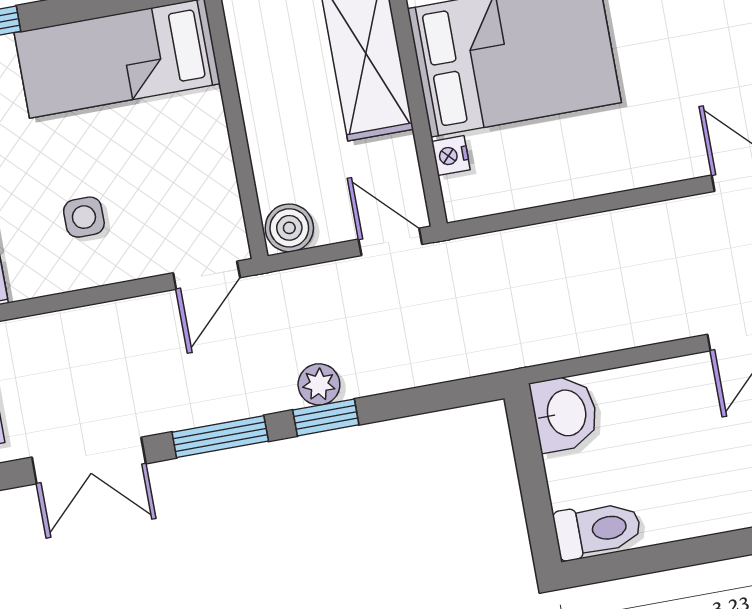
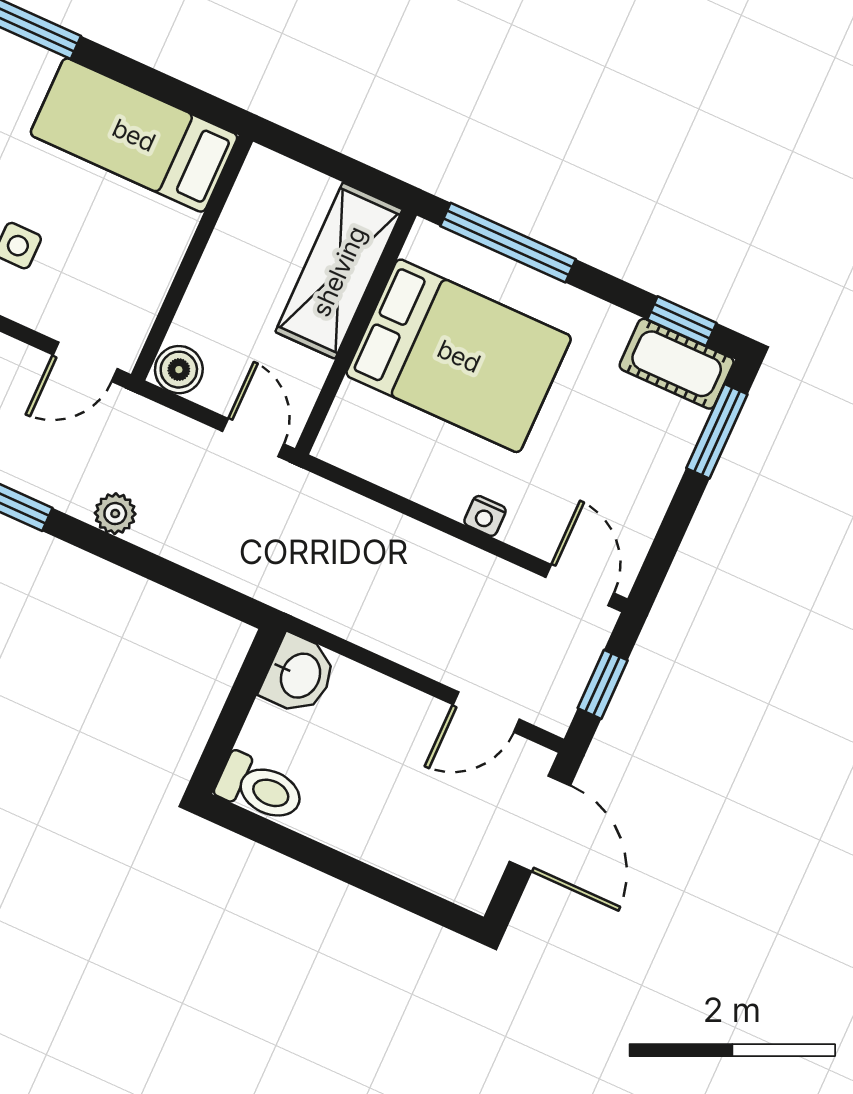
nightstand: (451, 156) -> (485, 516), moved, turned -90
window: (326, 417) -> (102, 544), removed

